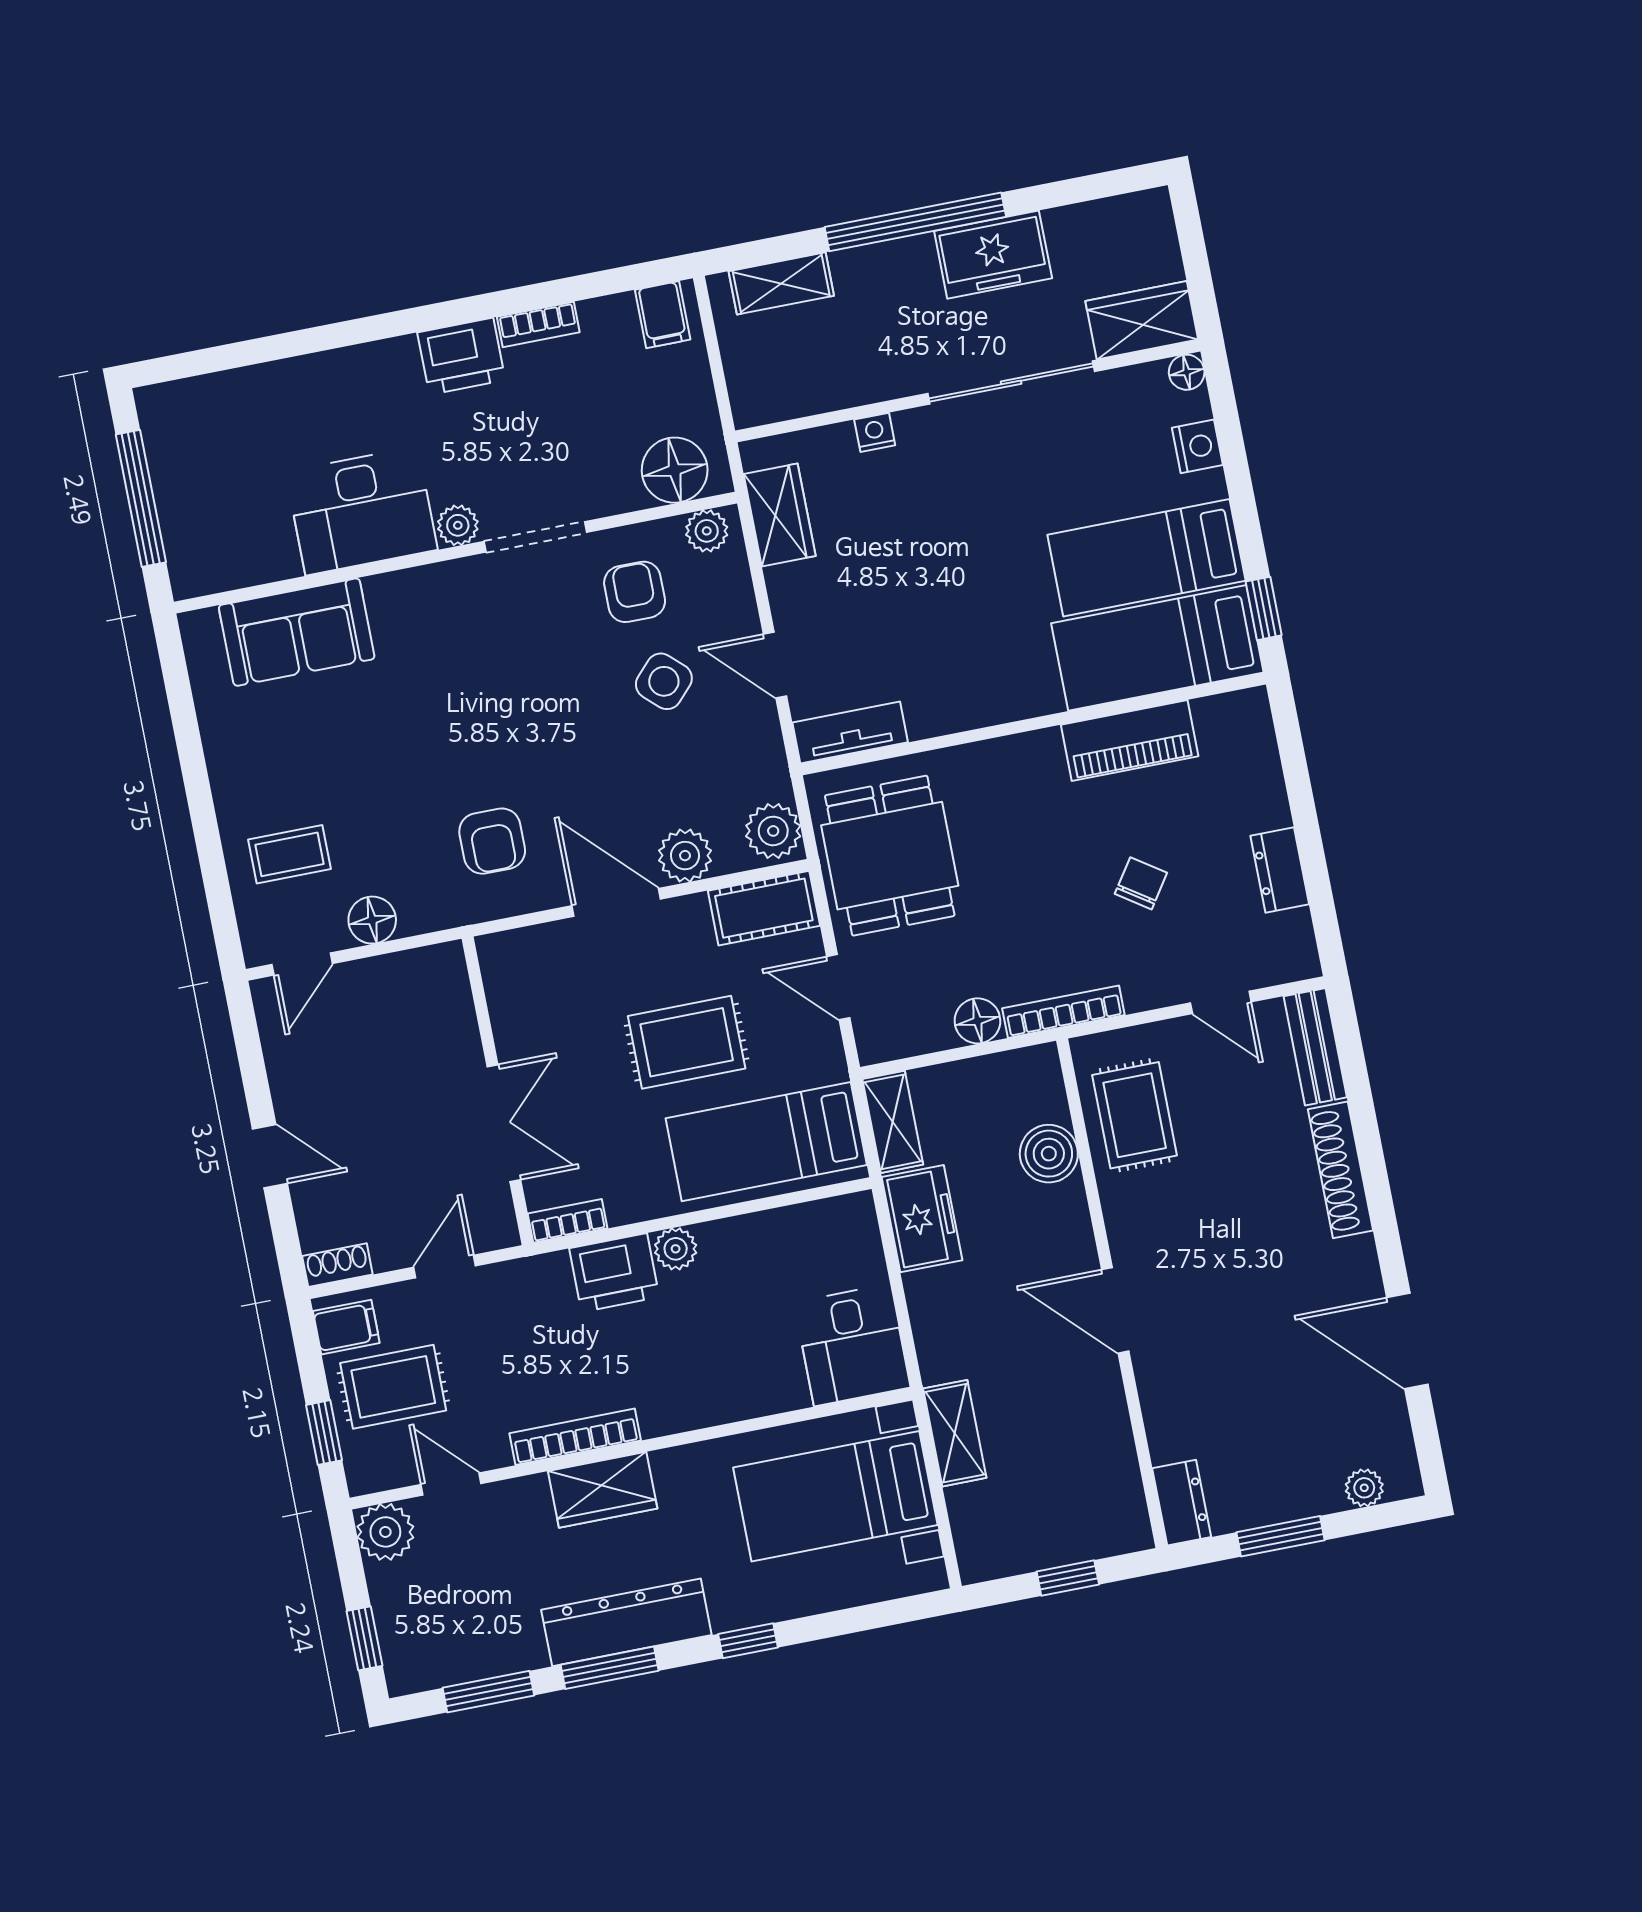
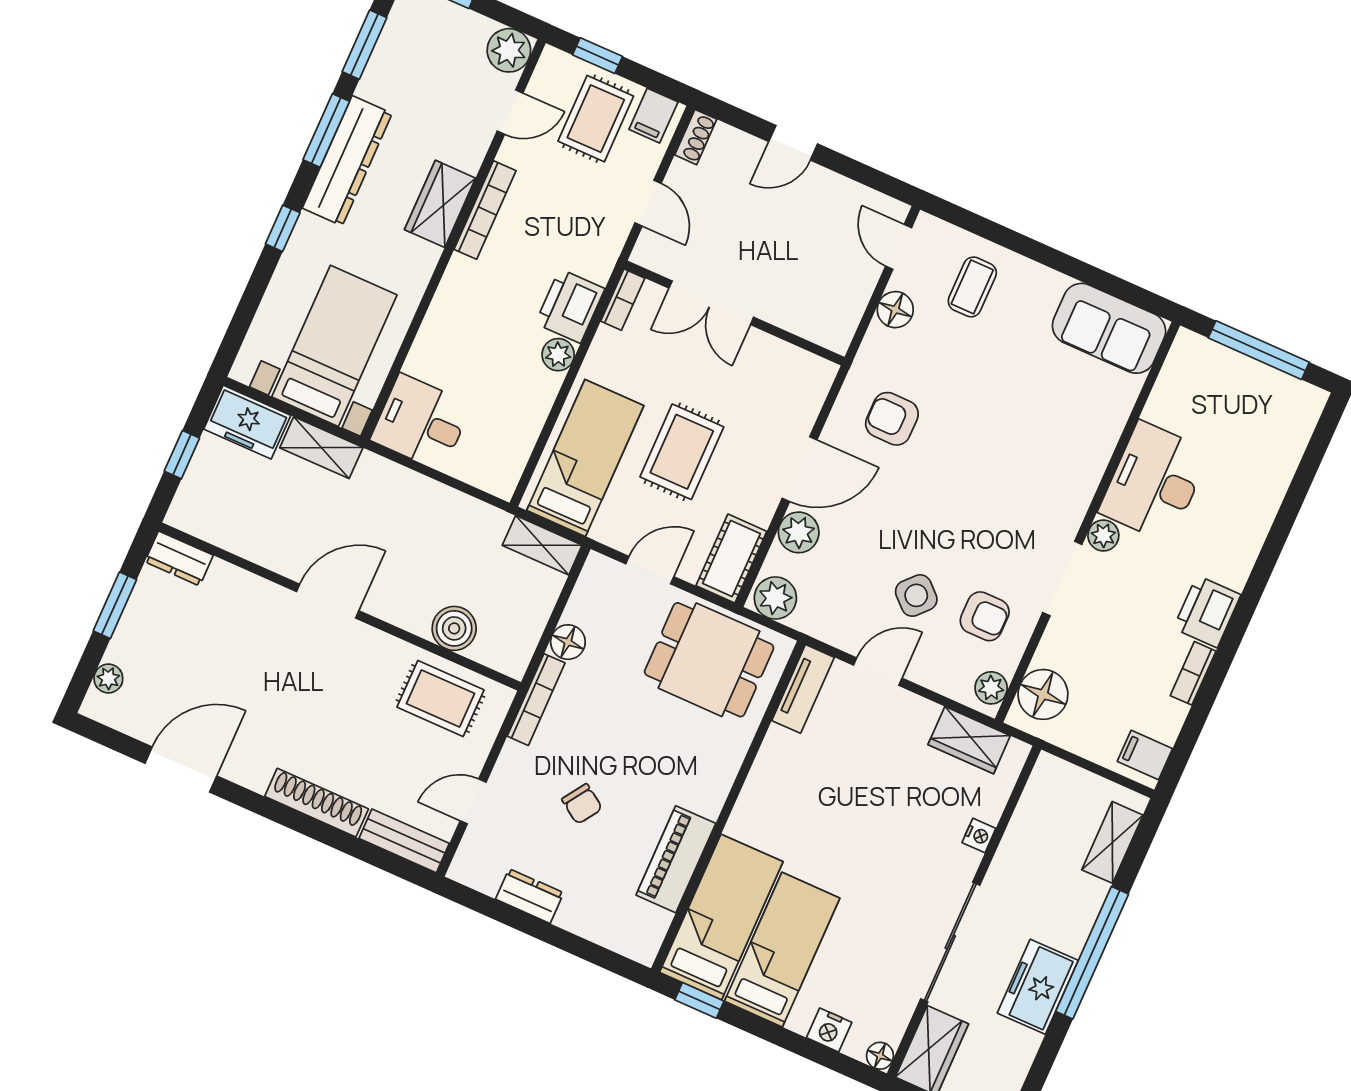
sofa: (297, 632) -> (1109, 328), moved, turned -90
freezer: (922, 1219) -> (247, 422), moved

